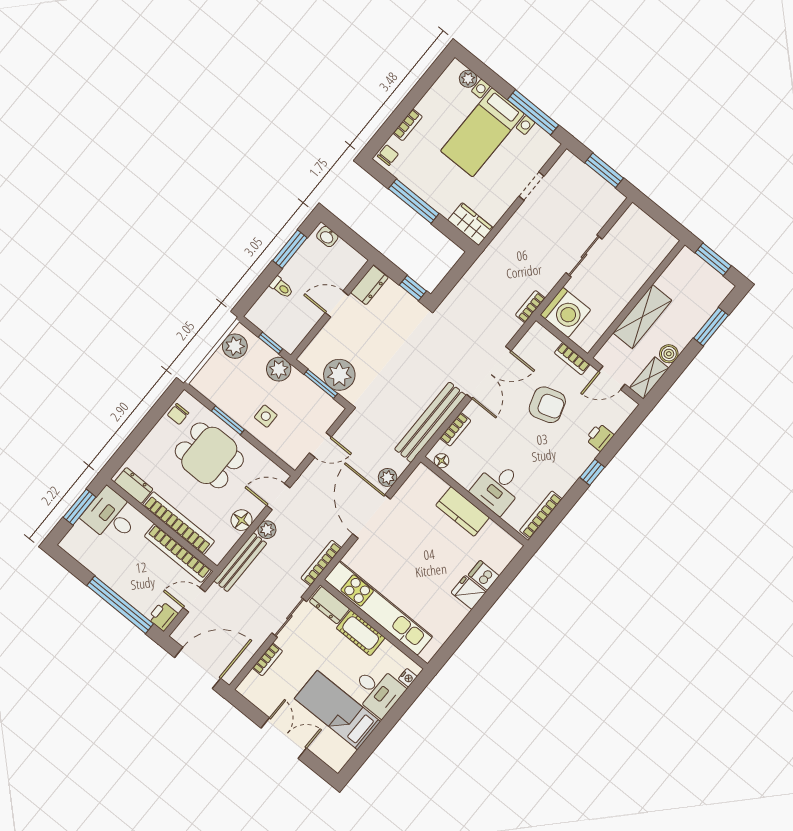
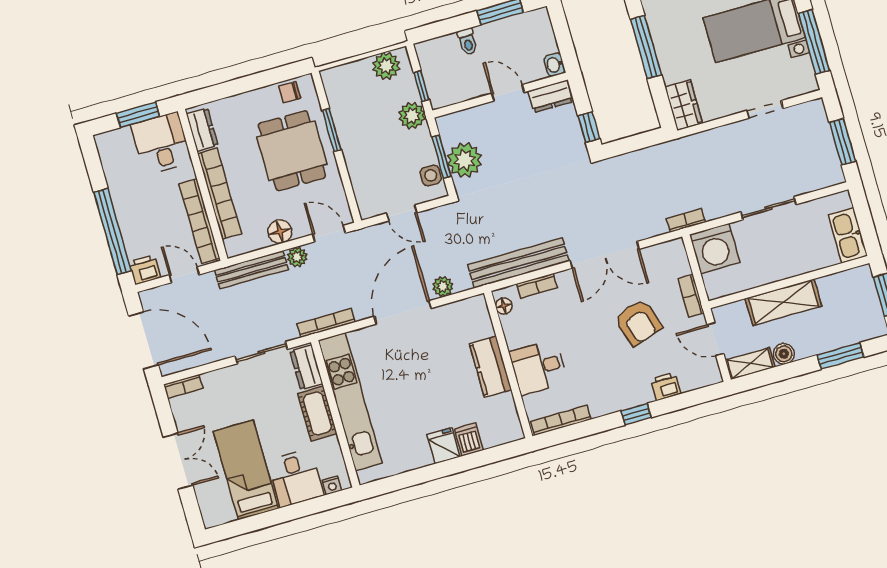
washbasin: (327, 236) -> (554, 65), moved
kitchen sink: (655, 236) -> (848, 235), added
side table: (266, 416) -> (431, 175), moved
bookcase: (267, 659) -> (183, 386), moved

